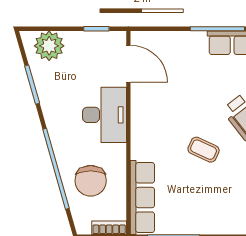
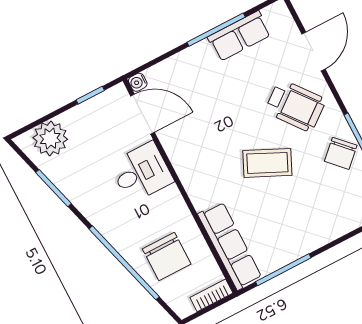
water cooler: (137, 38) -> (138, 82), added
desk: (105, 115) -> (141, 172), width x0.73
coffee table: (204, 150) -> (267, 163), width x1.36, depth x1.30

